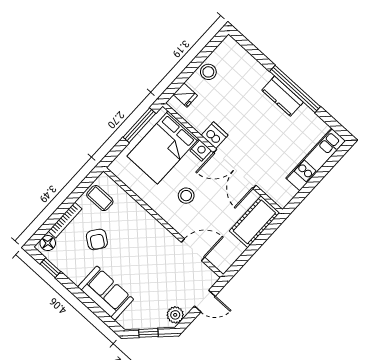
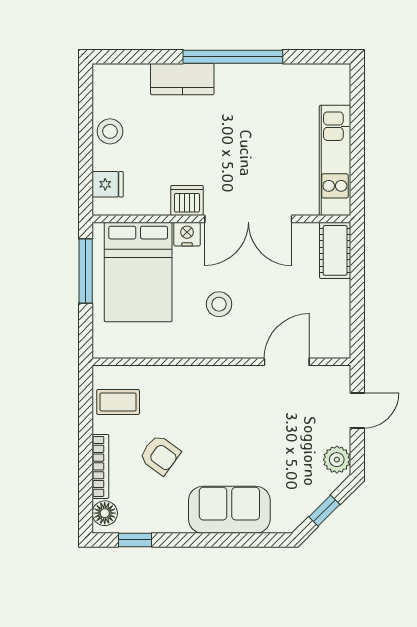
kitchen counter: (283, 96) -> (182, 79), moved
kitchen unit: (316, 159) -> (335, 160), moved
cot: (254, 222) -> (335, 250), width x0.73, depth x0.75

